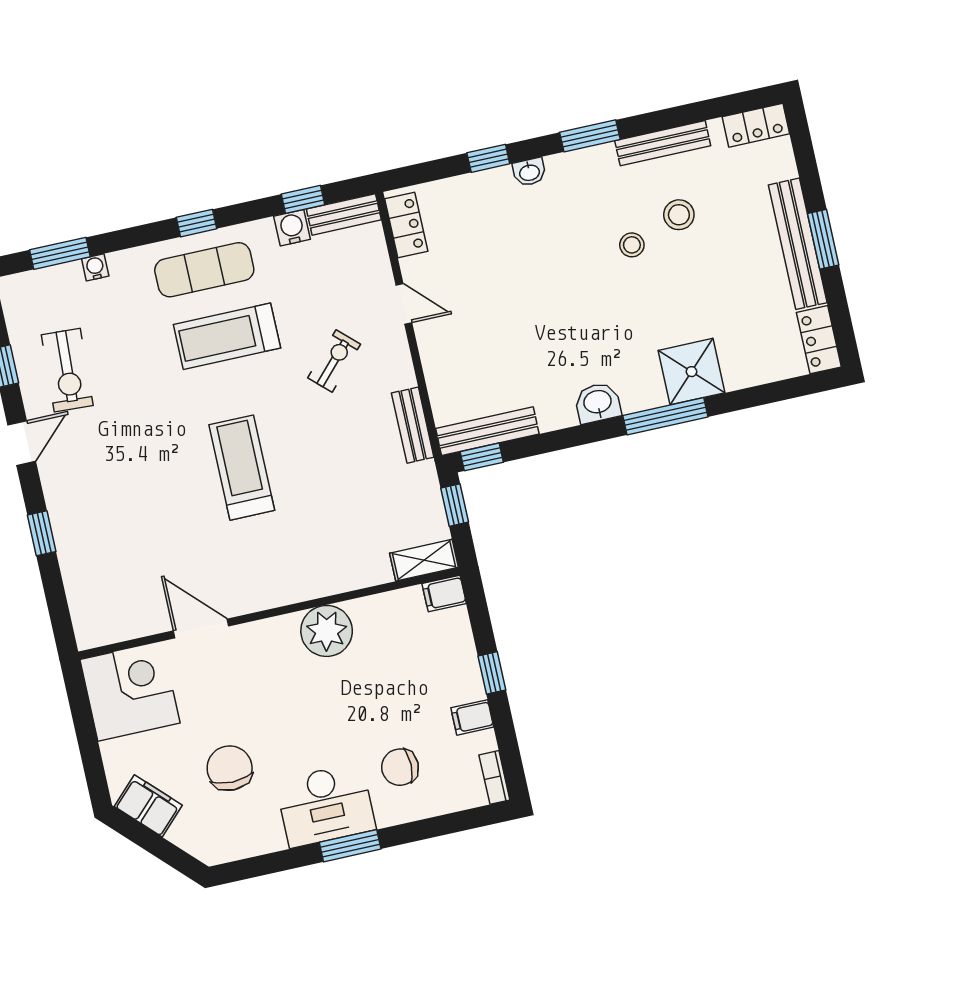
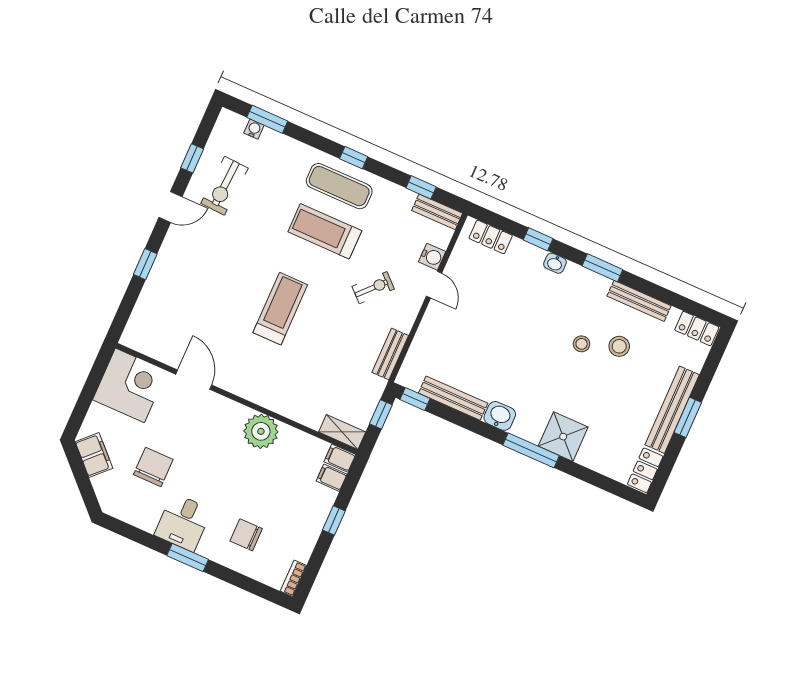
locker: (406, 225) -> (491, 237), moved, turned 90
water cooler: (292, 228) -> (432, 257), moved, turned 90
water cooler: (95, 267) -> (254, 129), moved
bench: (487, 431) -> (453, 398), moved
filing cabinet: (472, 717) -> (332, 478), moved
desk: (326, 805) -> (183, 522), width x0.73

